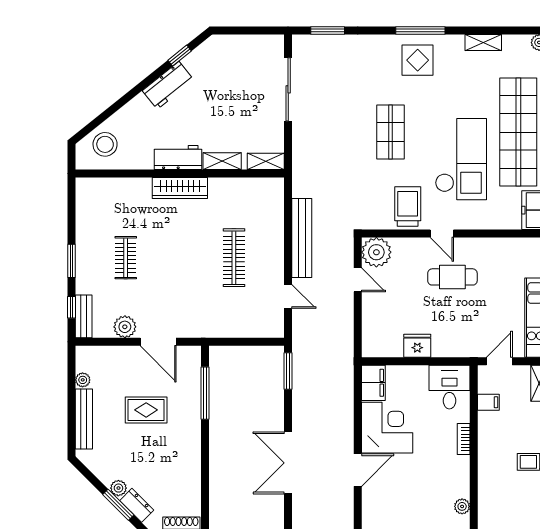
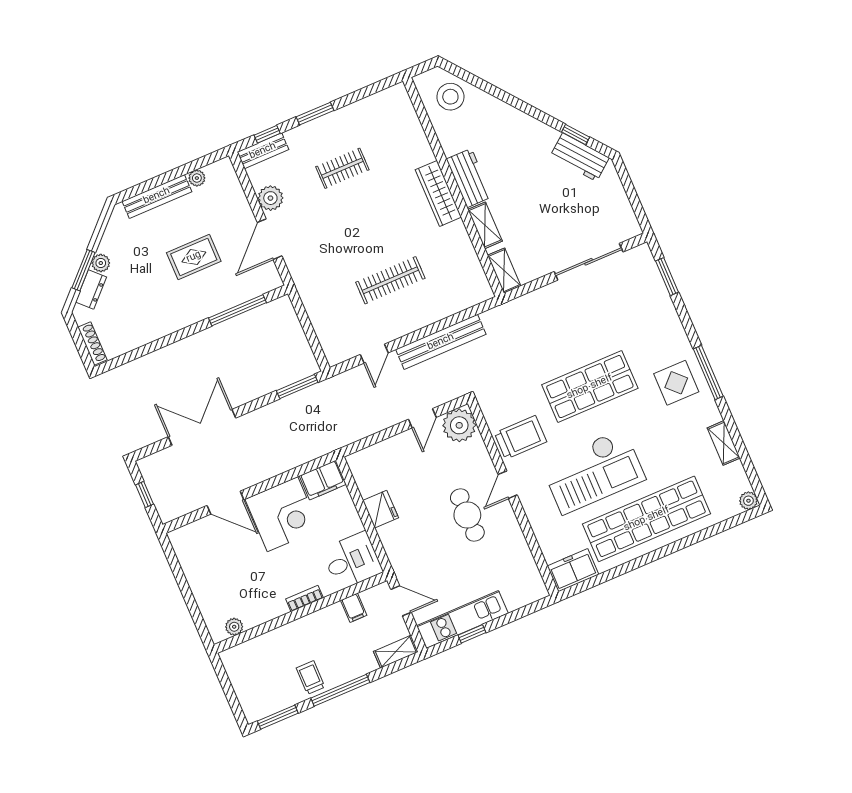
workbench: (168, 85) -> (580, 157), moved
shop shelf: (390, 132) -> (590, 387), width x1.43, depth x1.36
rug: (146, 410) -> (194, 257), turned 90

